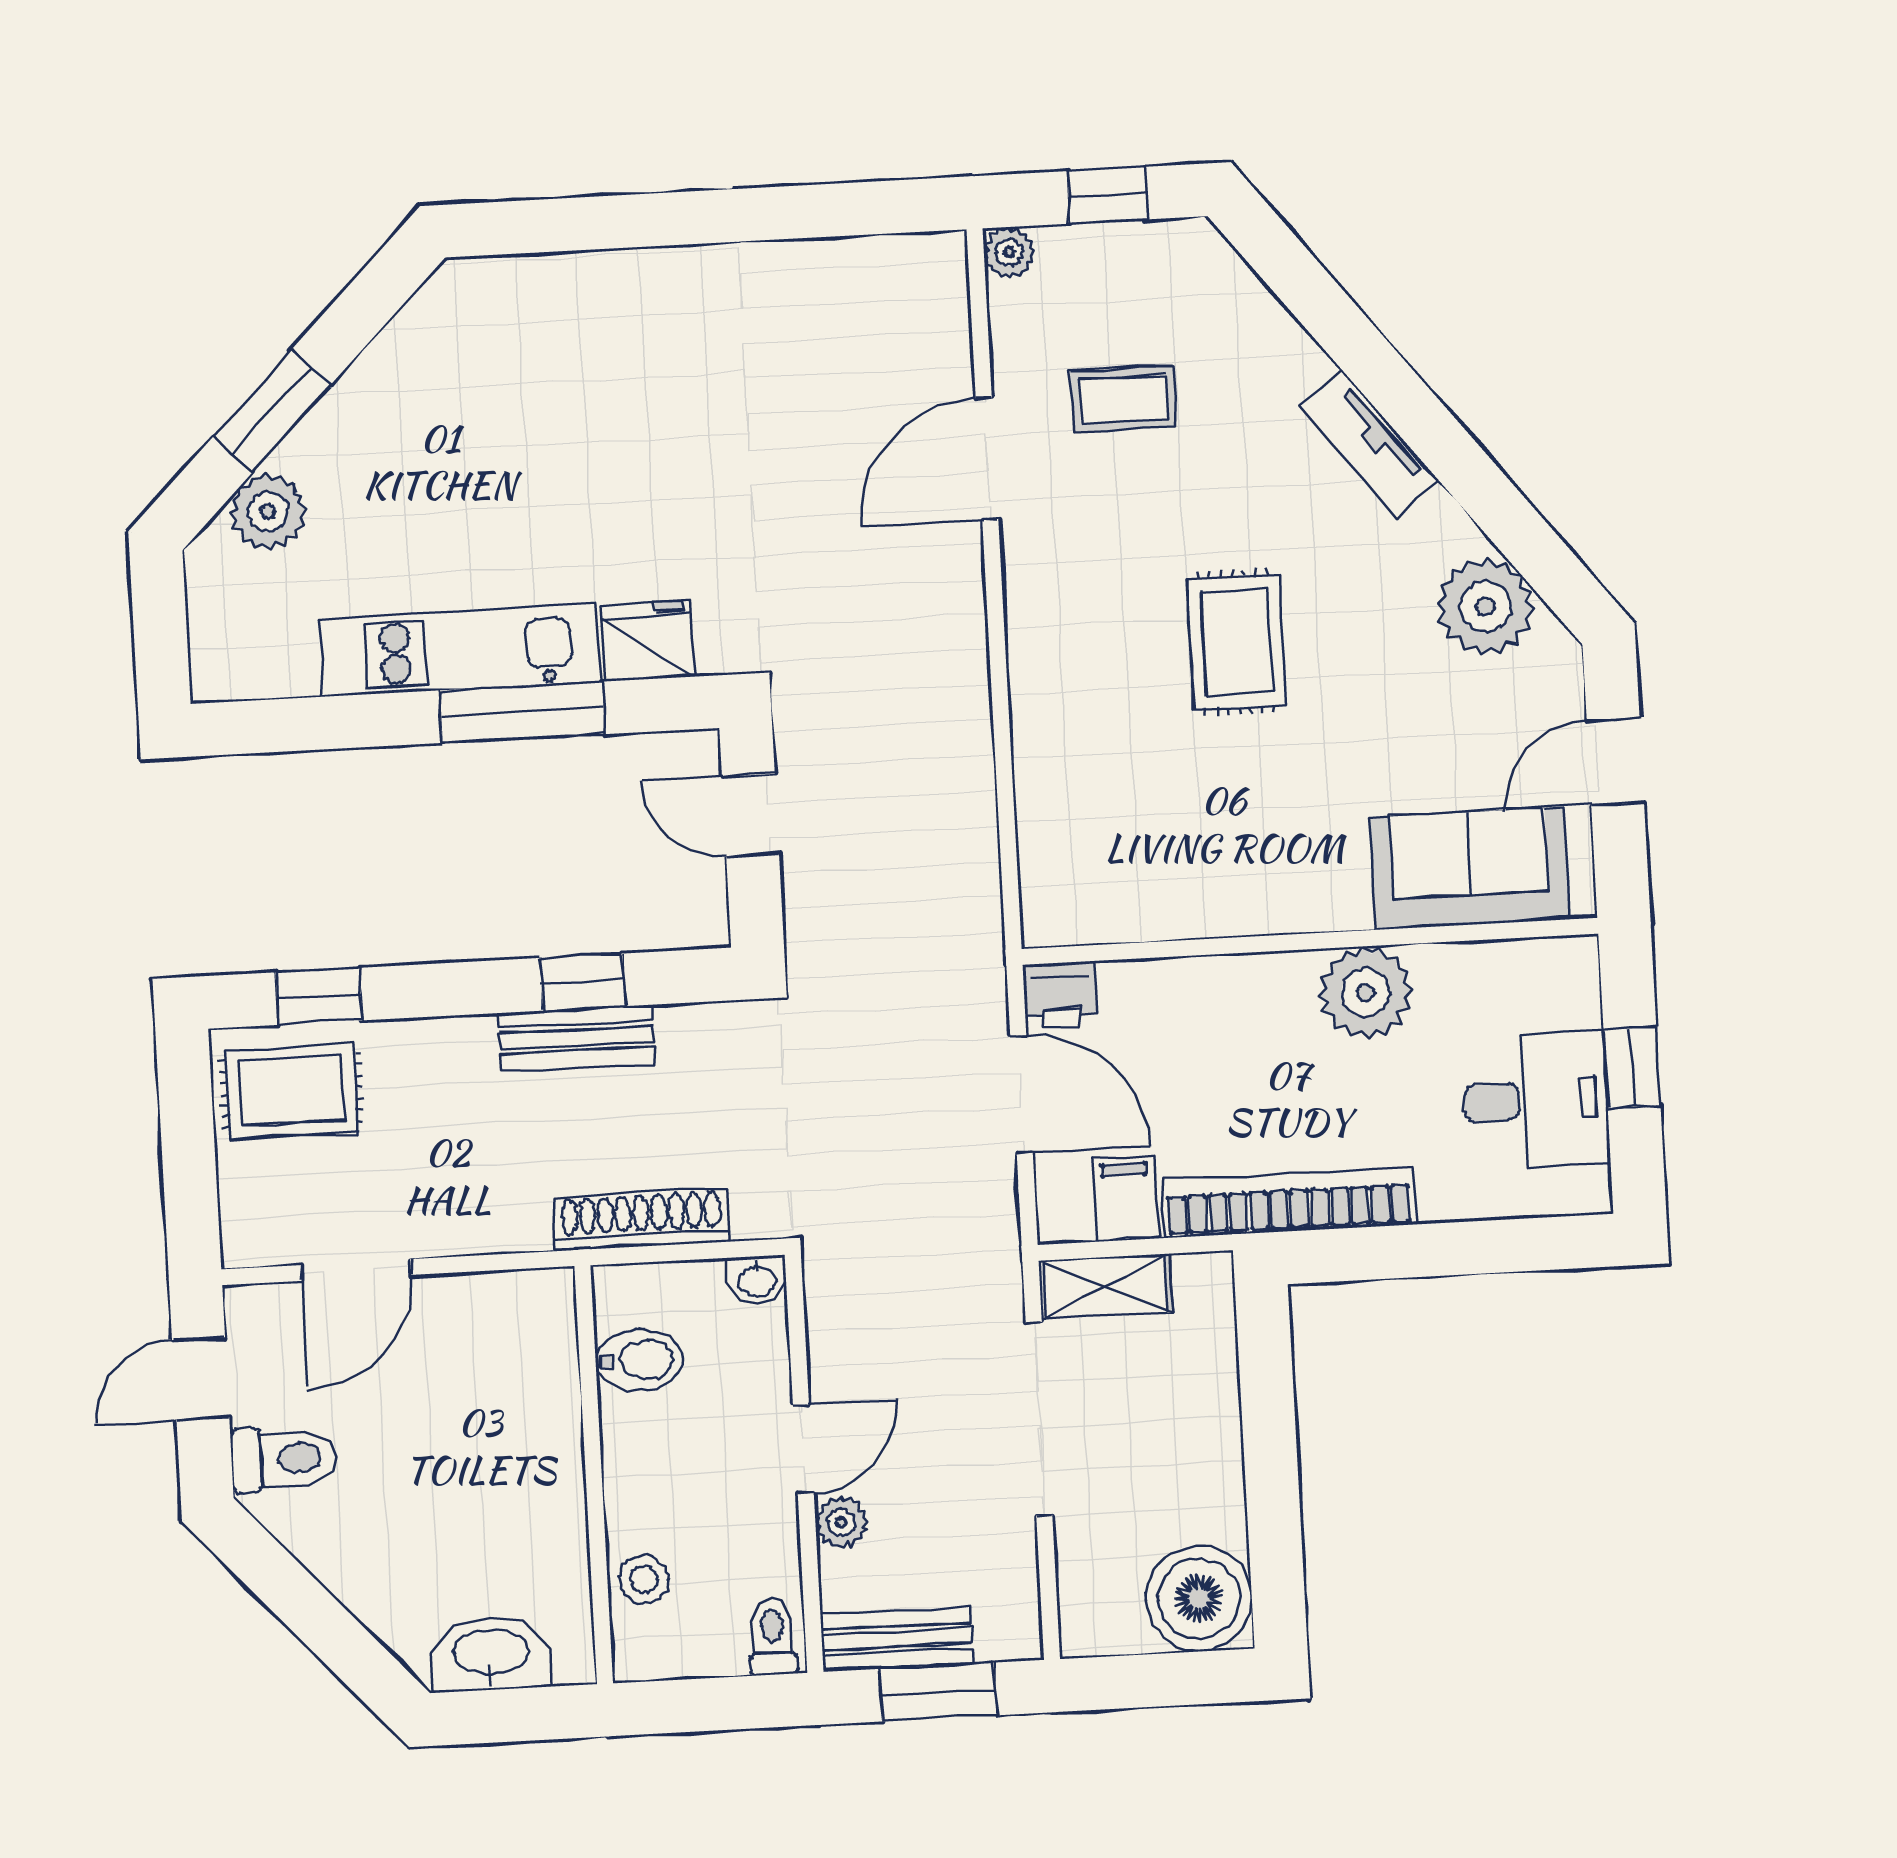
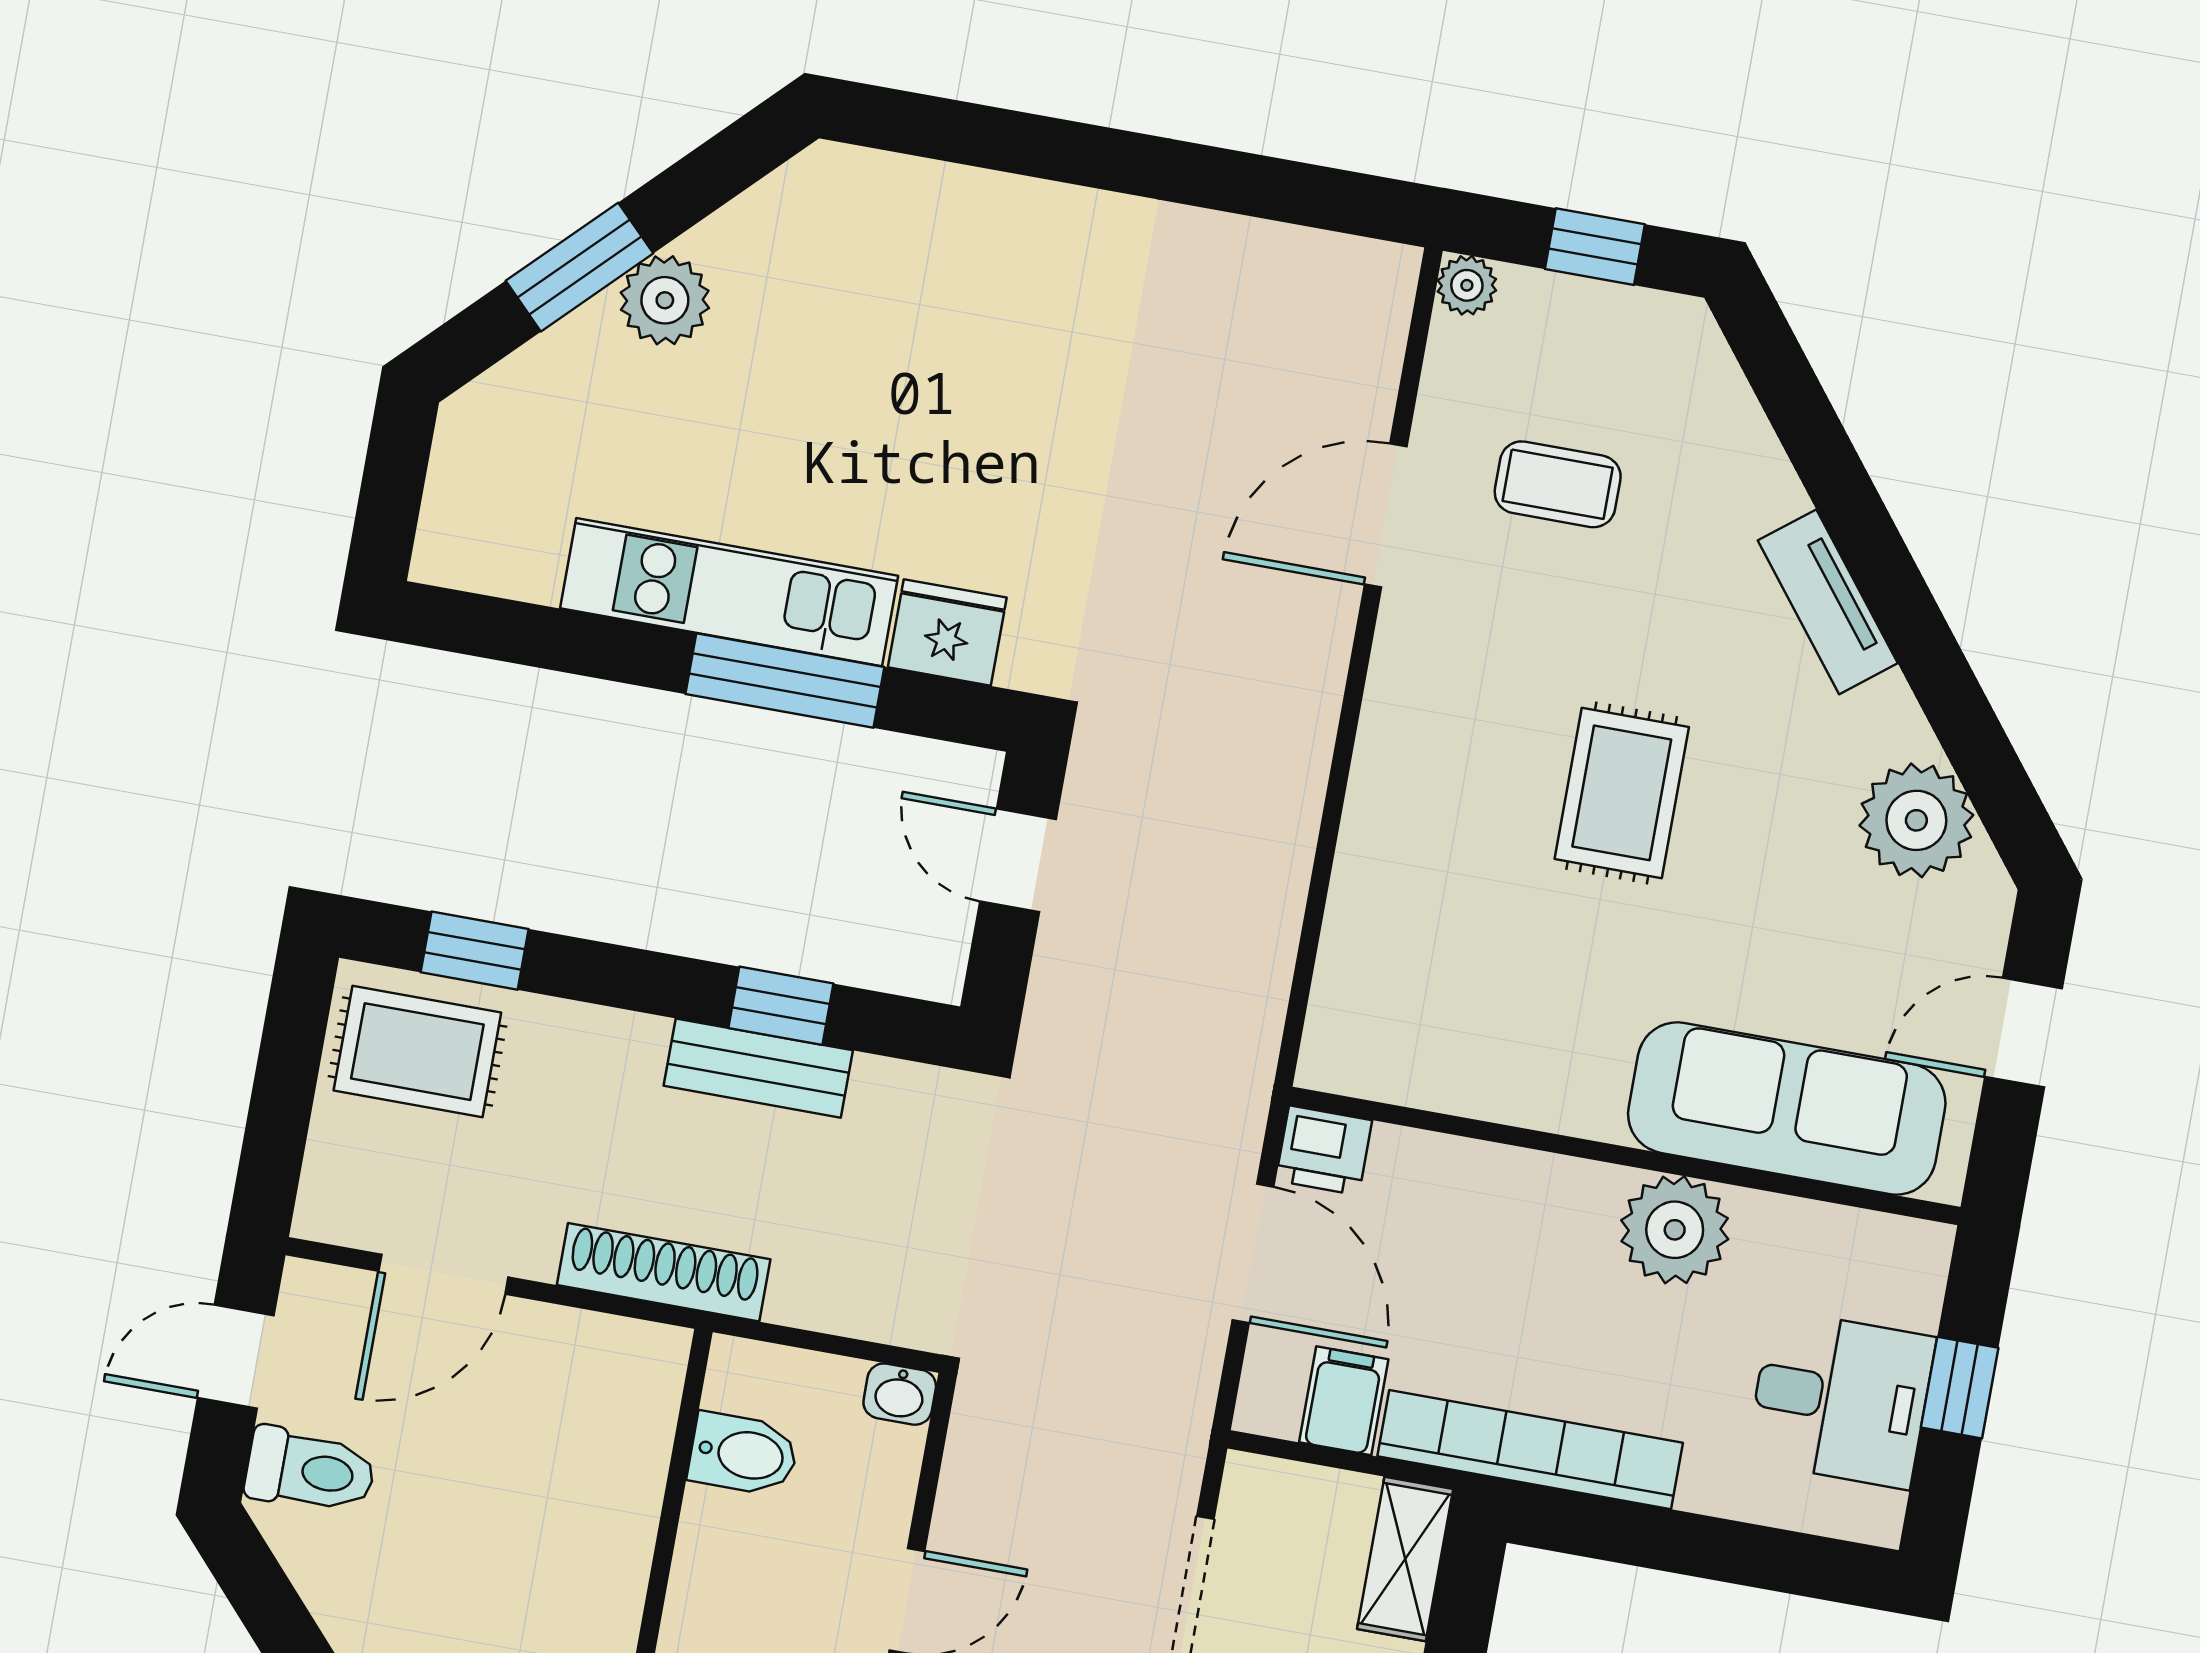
plant: (268, 512) -> (665, 300), moved
sofa: (1469, 868) -> (1787, 1108), width x1.36
shoe rack: (641, 1220) -> (664, 1272), moved
shelving: (1106, 1287) -> (1405, 1559), moved, turned 90

